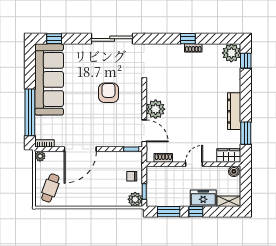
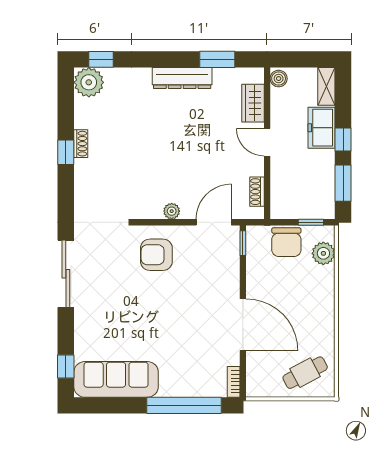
sofa: (49, 79) -> (116, 379), width x0.74, depth x0.79
armchair: (109, 93) -> (156, 255), moved
plant: (156, 109) -> (172, 211), width x0.53, depth x0.53
wardrobe: (229, 155) -> (253, 103), moved
plant: (40, 156) -> (254, 389), removed
chair: (132, 176) -> (286, 242), width x1.87, depth x1.87
cafe table: (50, 188) -> (305, 373), turned -48
plant: (135, 199) -> (323, 253), moved

